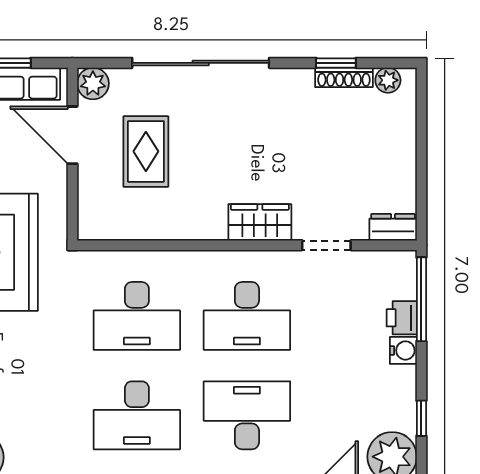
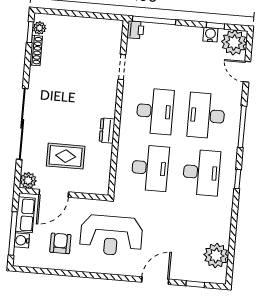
window: (336, 63) -> (30, 32), moved
wardrobe: (260, 222) -> (107, 100), removed
dresser: (393, 227) -> (107, 130), moved
printer: (402, 318) -> (135, 30), moved, turned -90
water cooler: (403, 350) -> (210, 35), moved

